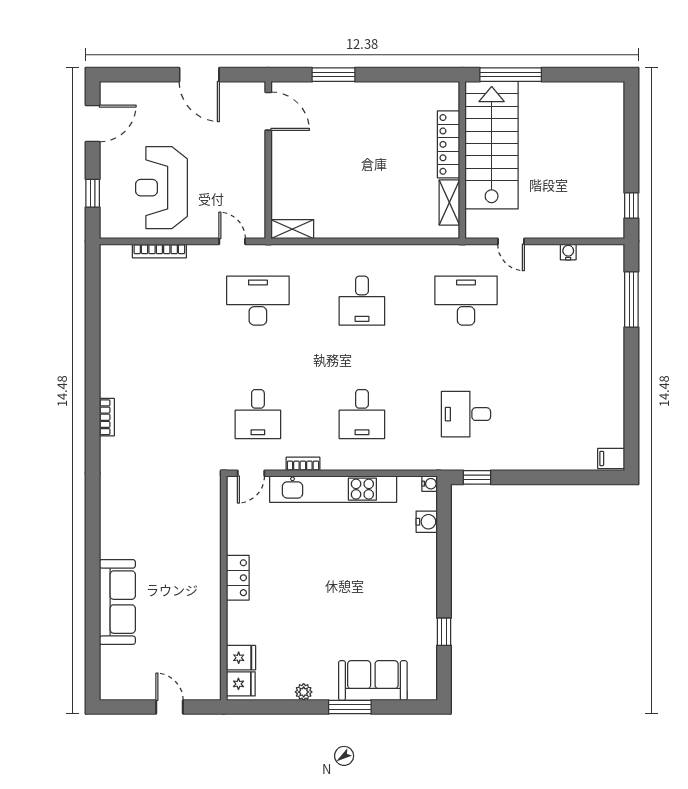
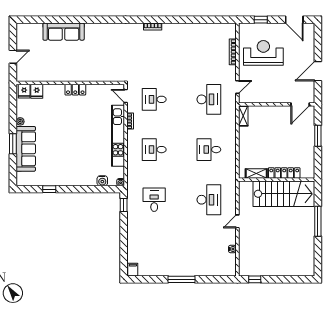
locker: (449, 144) -> (284, 173), moved
stairs: (492, 145) -> (284, 194), moved
wall: (462, 160) -> (277, 180), moved
shelving: (449, 202) -> (256, 173), moved
window: (631, 300) -> (181, 279), moved
sofa: (373, 680) -> (26, 149), width x1.36

